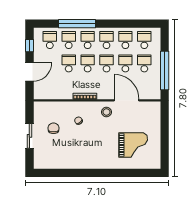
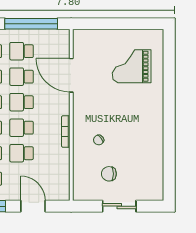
door: (127, 100) -> (71, 75), hinge flipped
stool: (106, 112) -> (87, 102), removed
grand piano: (133, 145) -> (132, 66), turned -90

